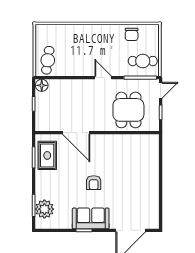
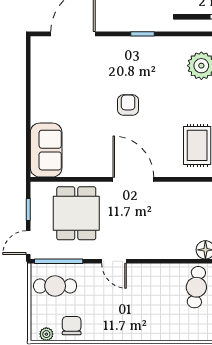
plant: (149, 29) -> (46, 334), added
door: (76, 133) -> (133, 179), moved
sofa: (91, 218) -> (46, 150), moved, turned -90

